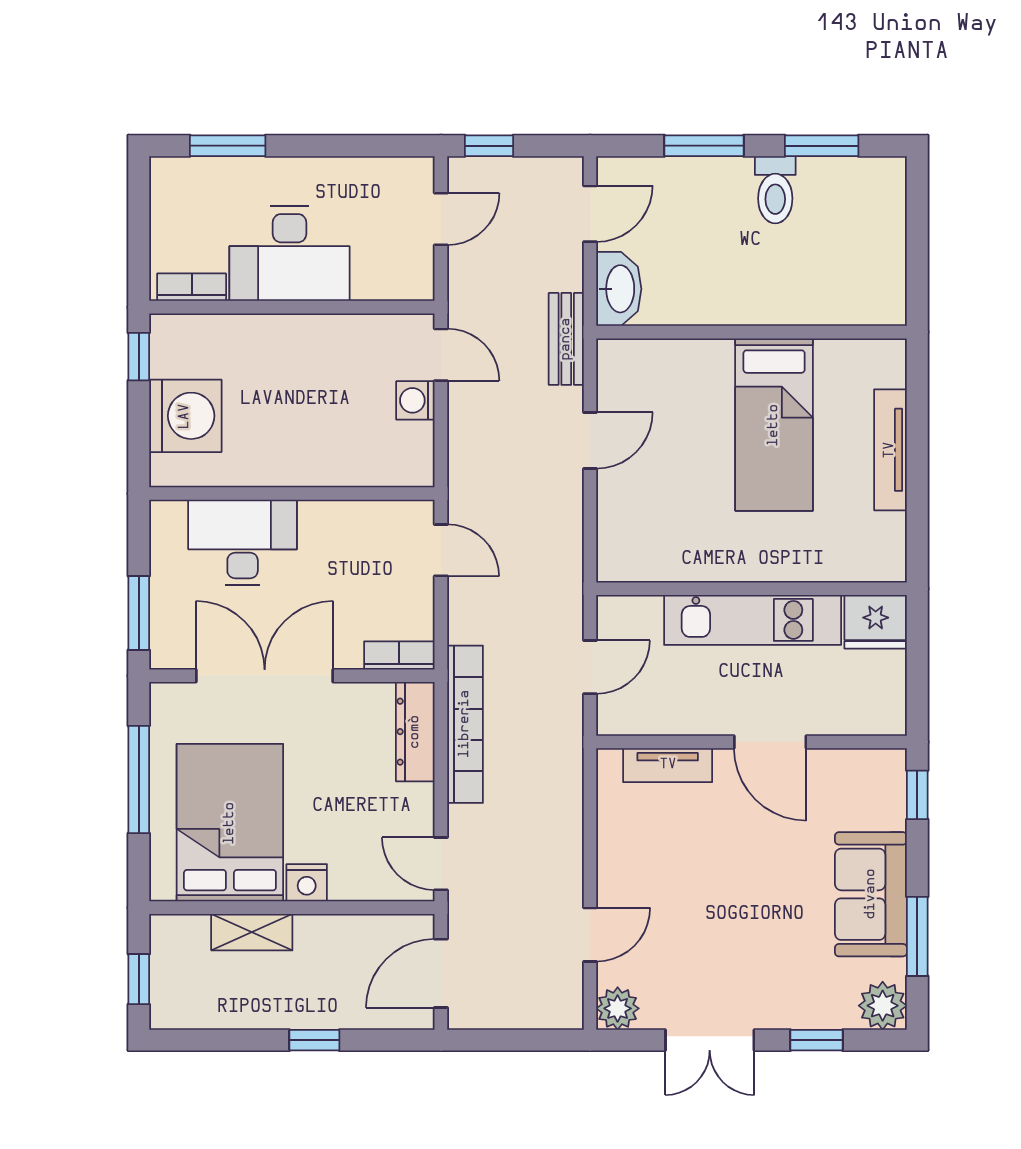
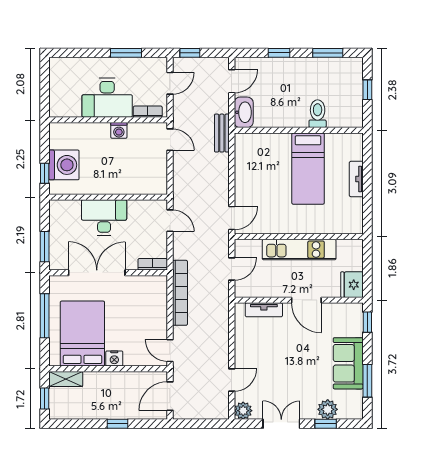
window: (228, 146) -> (126, 53), moved
window: (704, 146) -> (279, 53), width x0.67
toilet: (775, 190) -> (318, 114), moved, turned 180
window: (917, 234) -> (367, 90), added
bookcase: (192, 287) -> (148, 112), moved
window: (139, 357) -> (45, 173), moved
washing machine: (415, 400) -> (119, 130), moved, turned -90
door: (590, 441) -> (232, 218), moved
tv unit: (890, 450) -> (356, 179), width x0.71
desk: (243, 542) -> (104, 217), moved
fridge: (876, 622) -> (352, 285), moved, turned 90
dresser: (415, 732) -> (159, 296), removed
shelving: (252, 932) -> (66, 379), moved
plant: (883, 1006) -> (328, 409), moved
double door: (710, 1040) -> (281, 424), swing flipped

